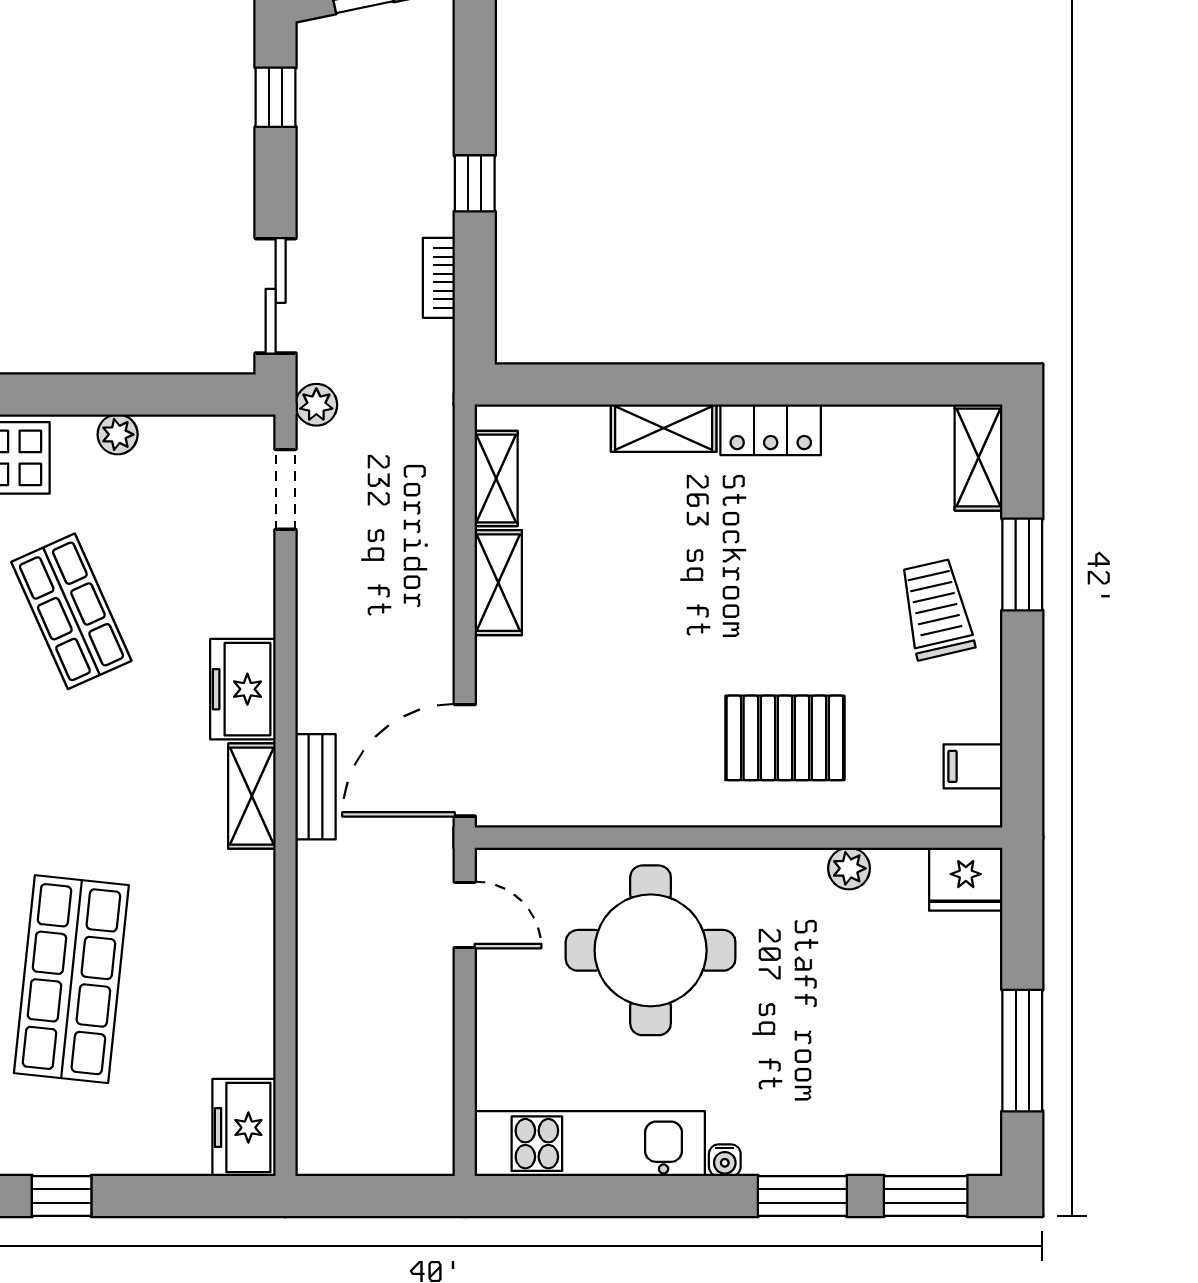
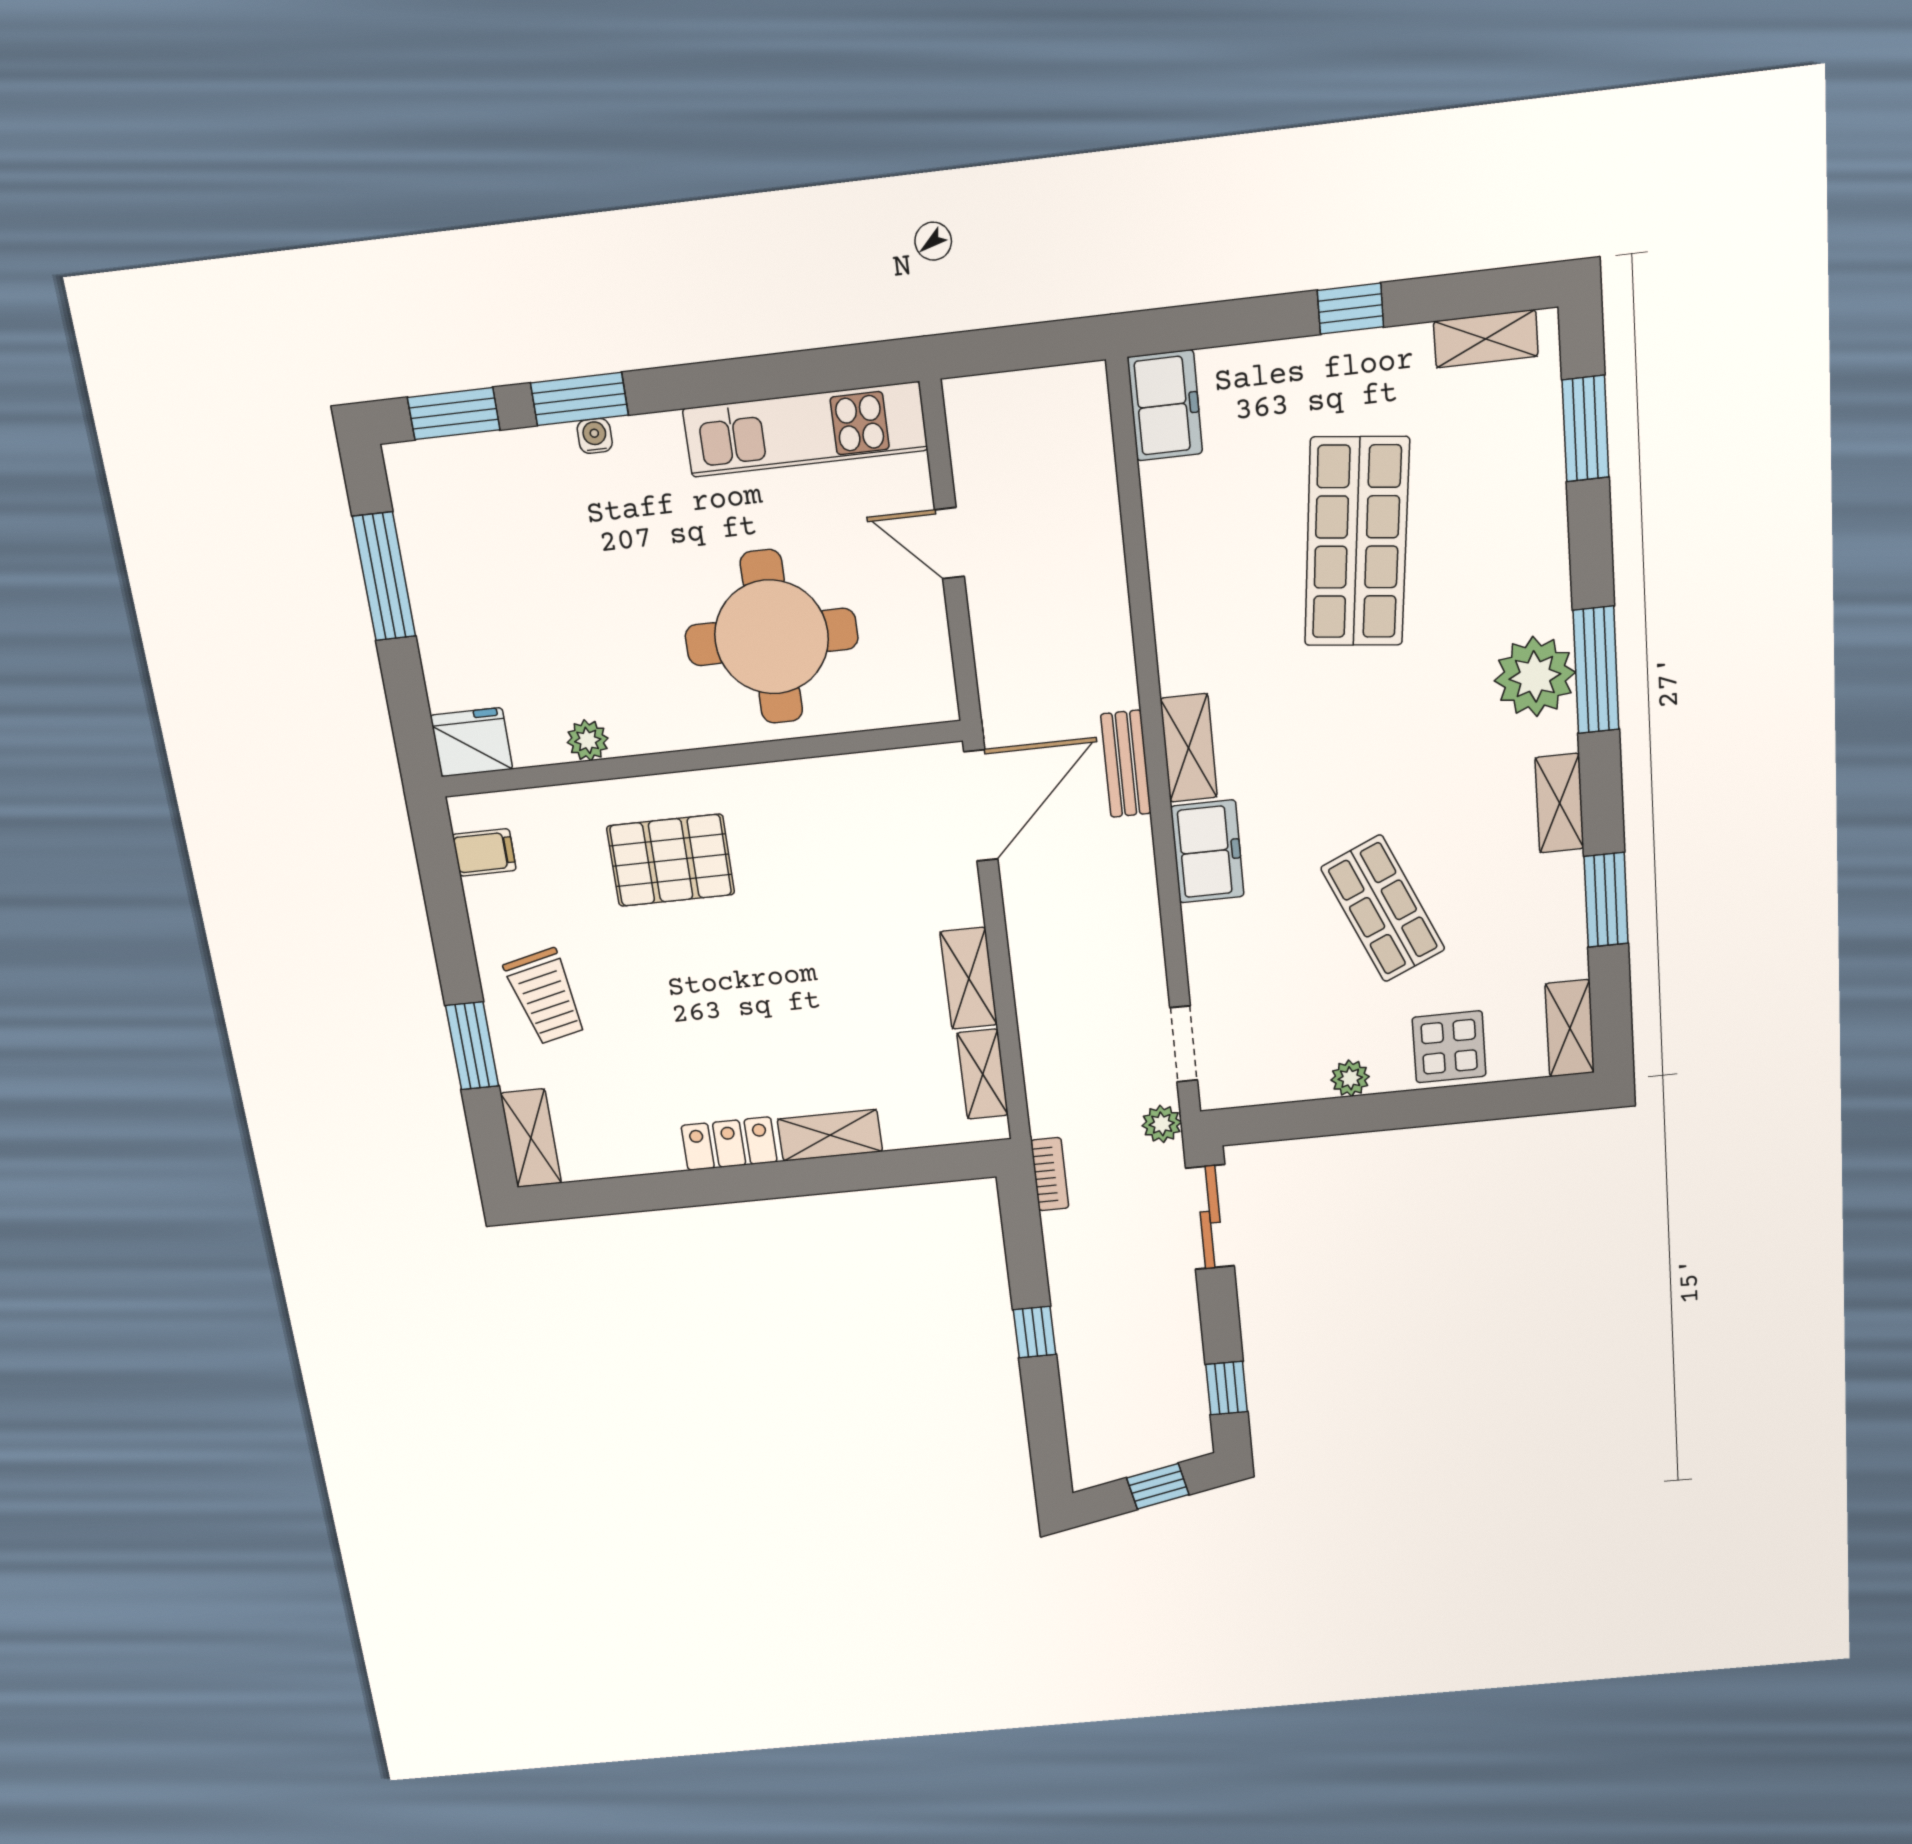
bookcase: (439, 278) -> (1050, 1174), moved
door: (465, 915) -> (949, 543), moved
water cooler: (725, 1160) -> (595, 436), moved

